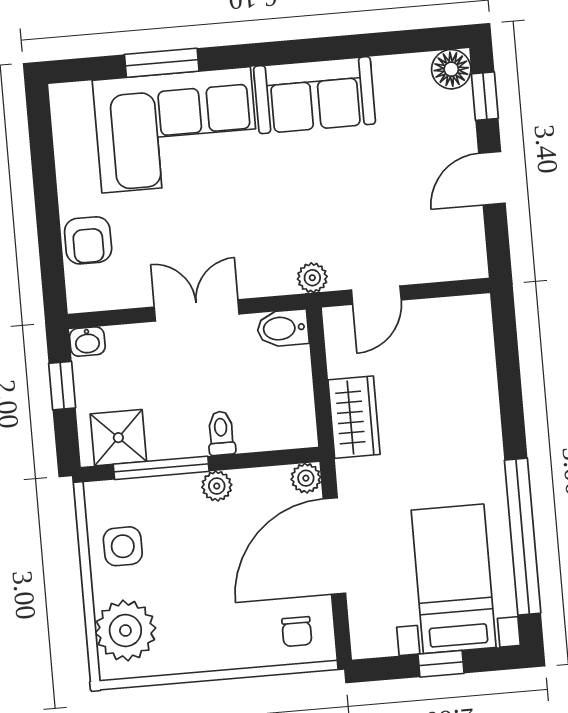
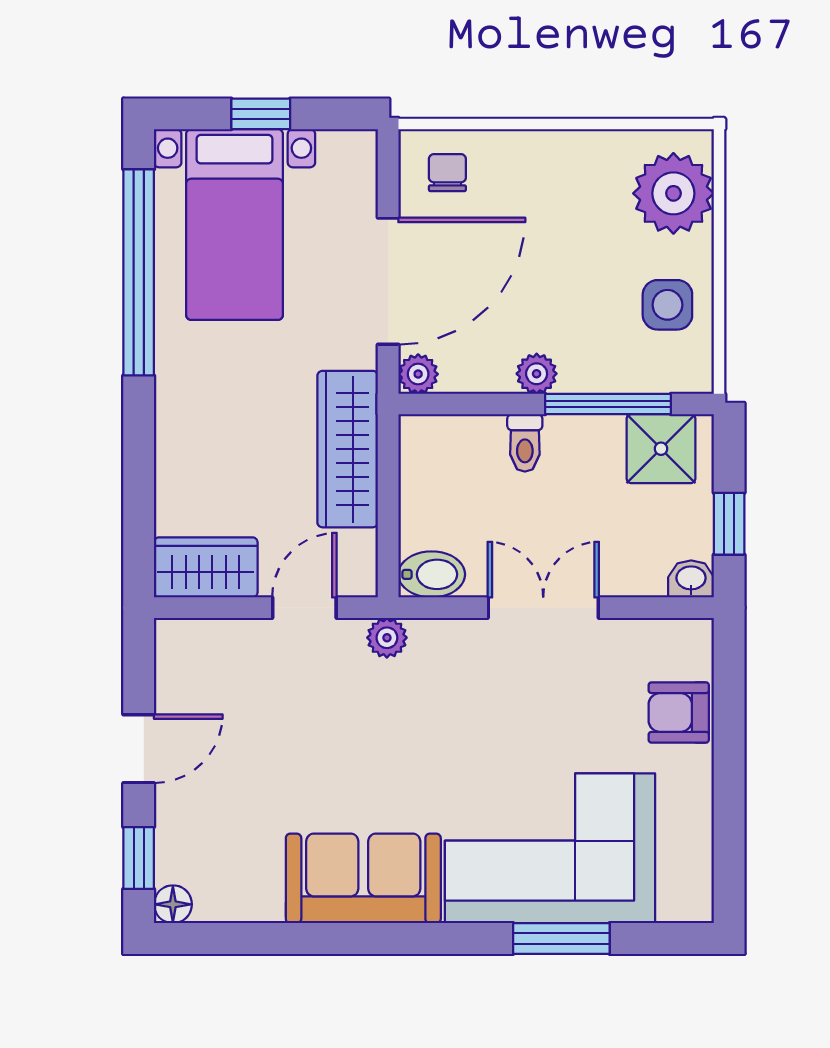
floor lamp: (451, 69) -> (173, 904), width x0.73, depth x0.73
armchair: (88, 240) -> (679, 712), turned -90
double door: (197, 310) -> (543, 608), swing flipped
wardrobe: (453, 319) -> (206, 567), added
wardrobe: (354, 417) -> (348, 449), width x1.50

